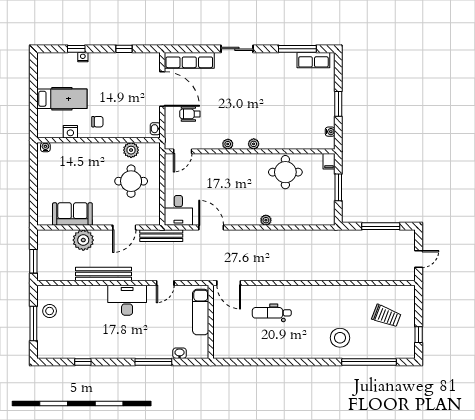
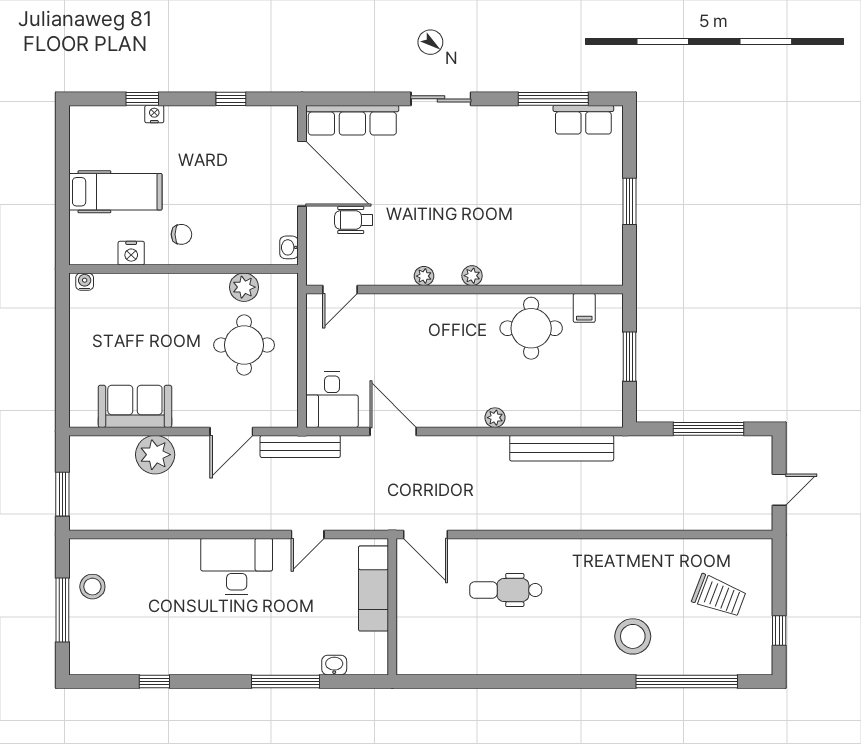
water cooler: (330, 132) -> (614, 253), removed
filing cabinet: (329, 161) -> (584, 308), moved
bench: (103, 274) -> (562, 448), moved

